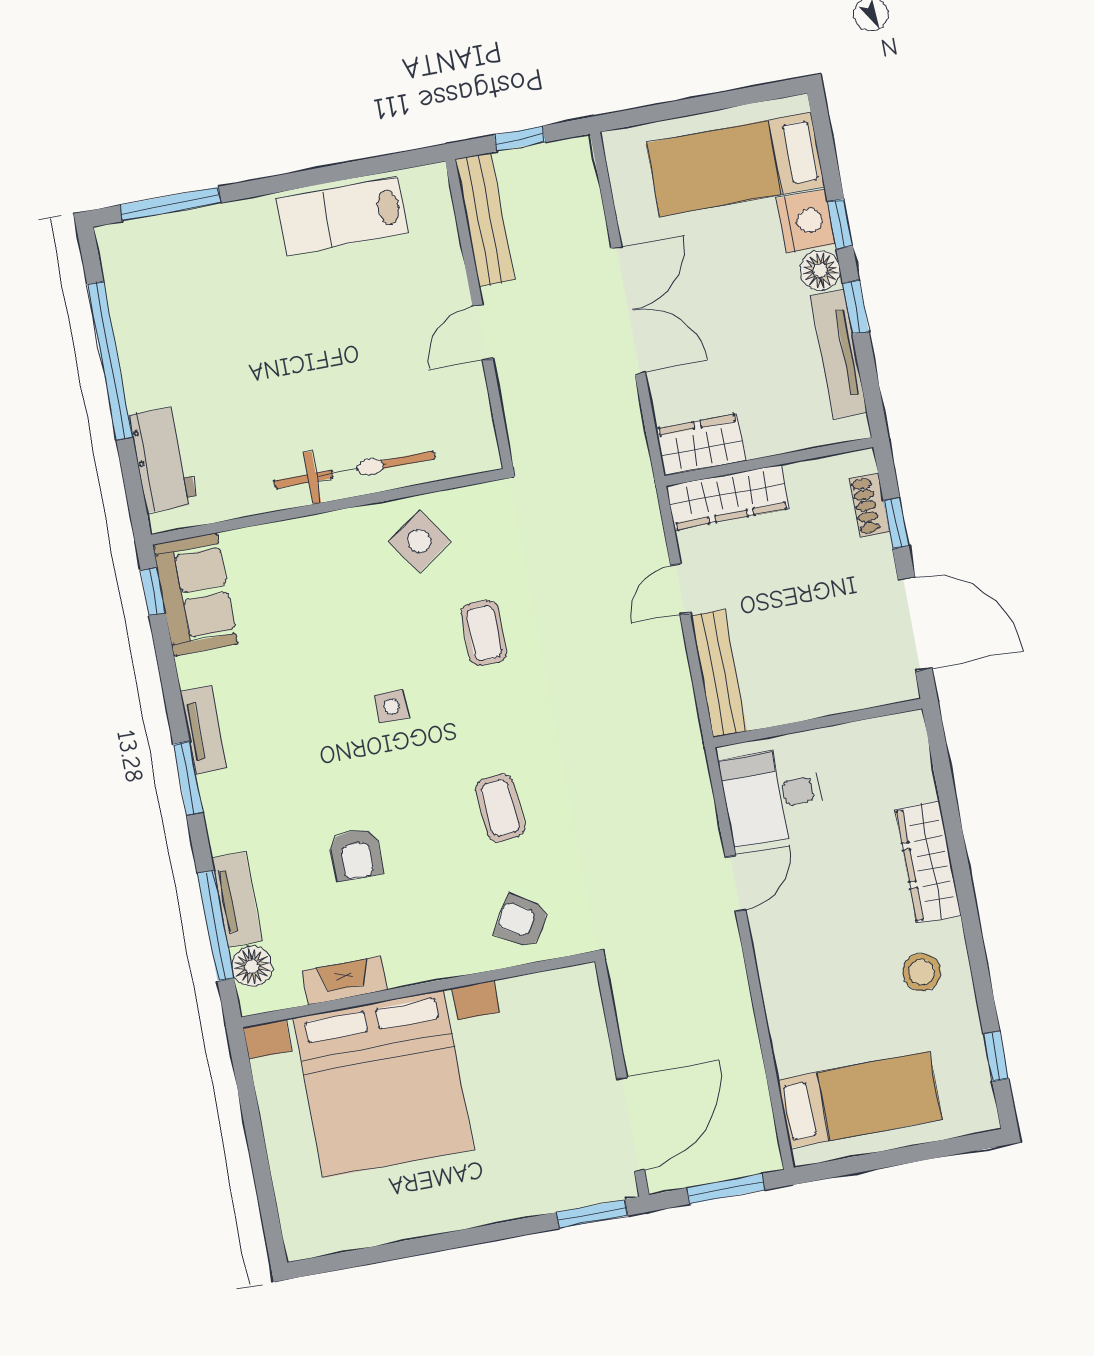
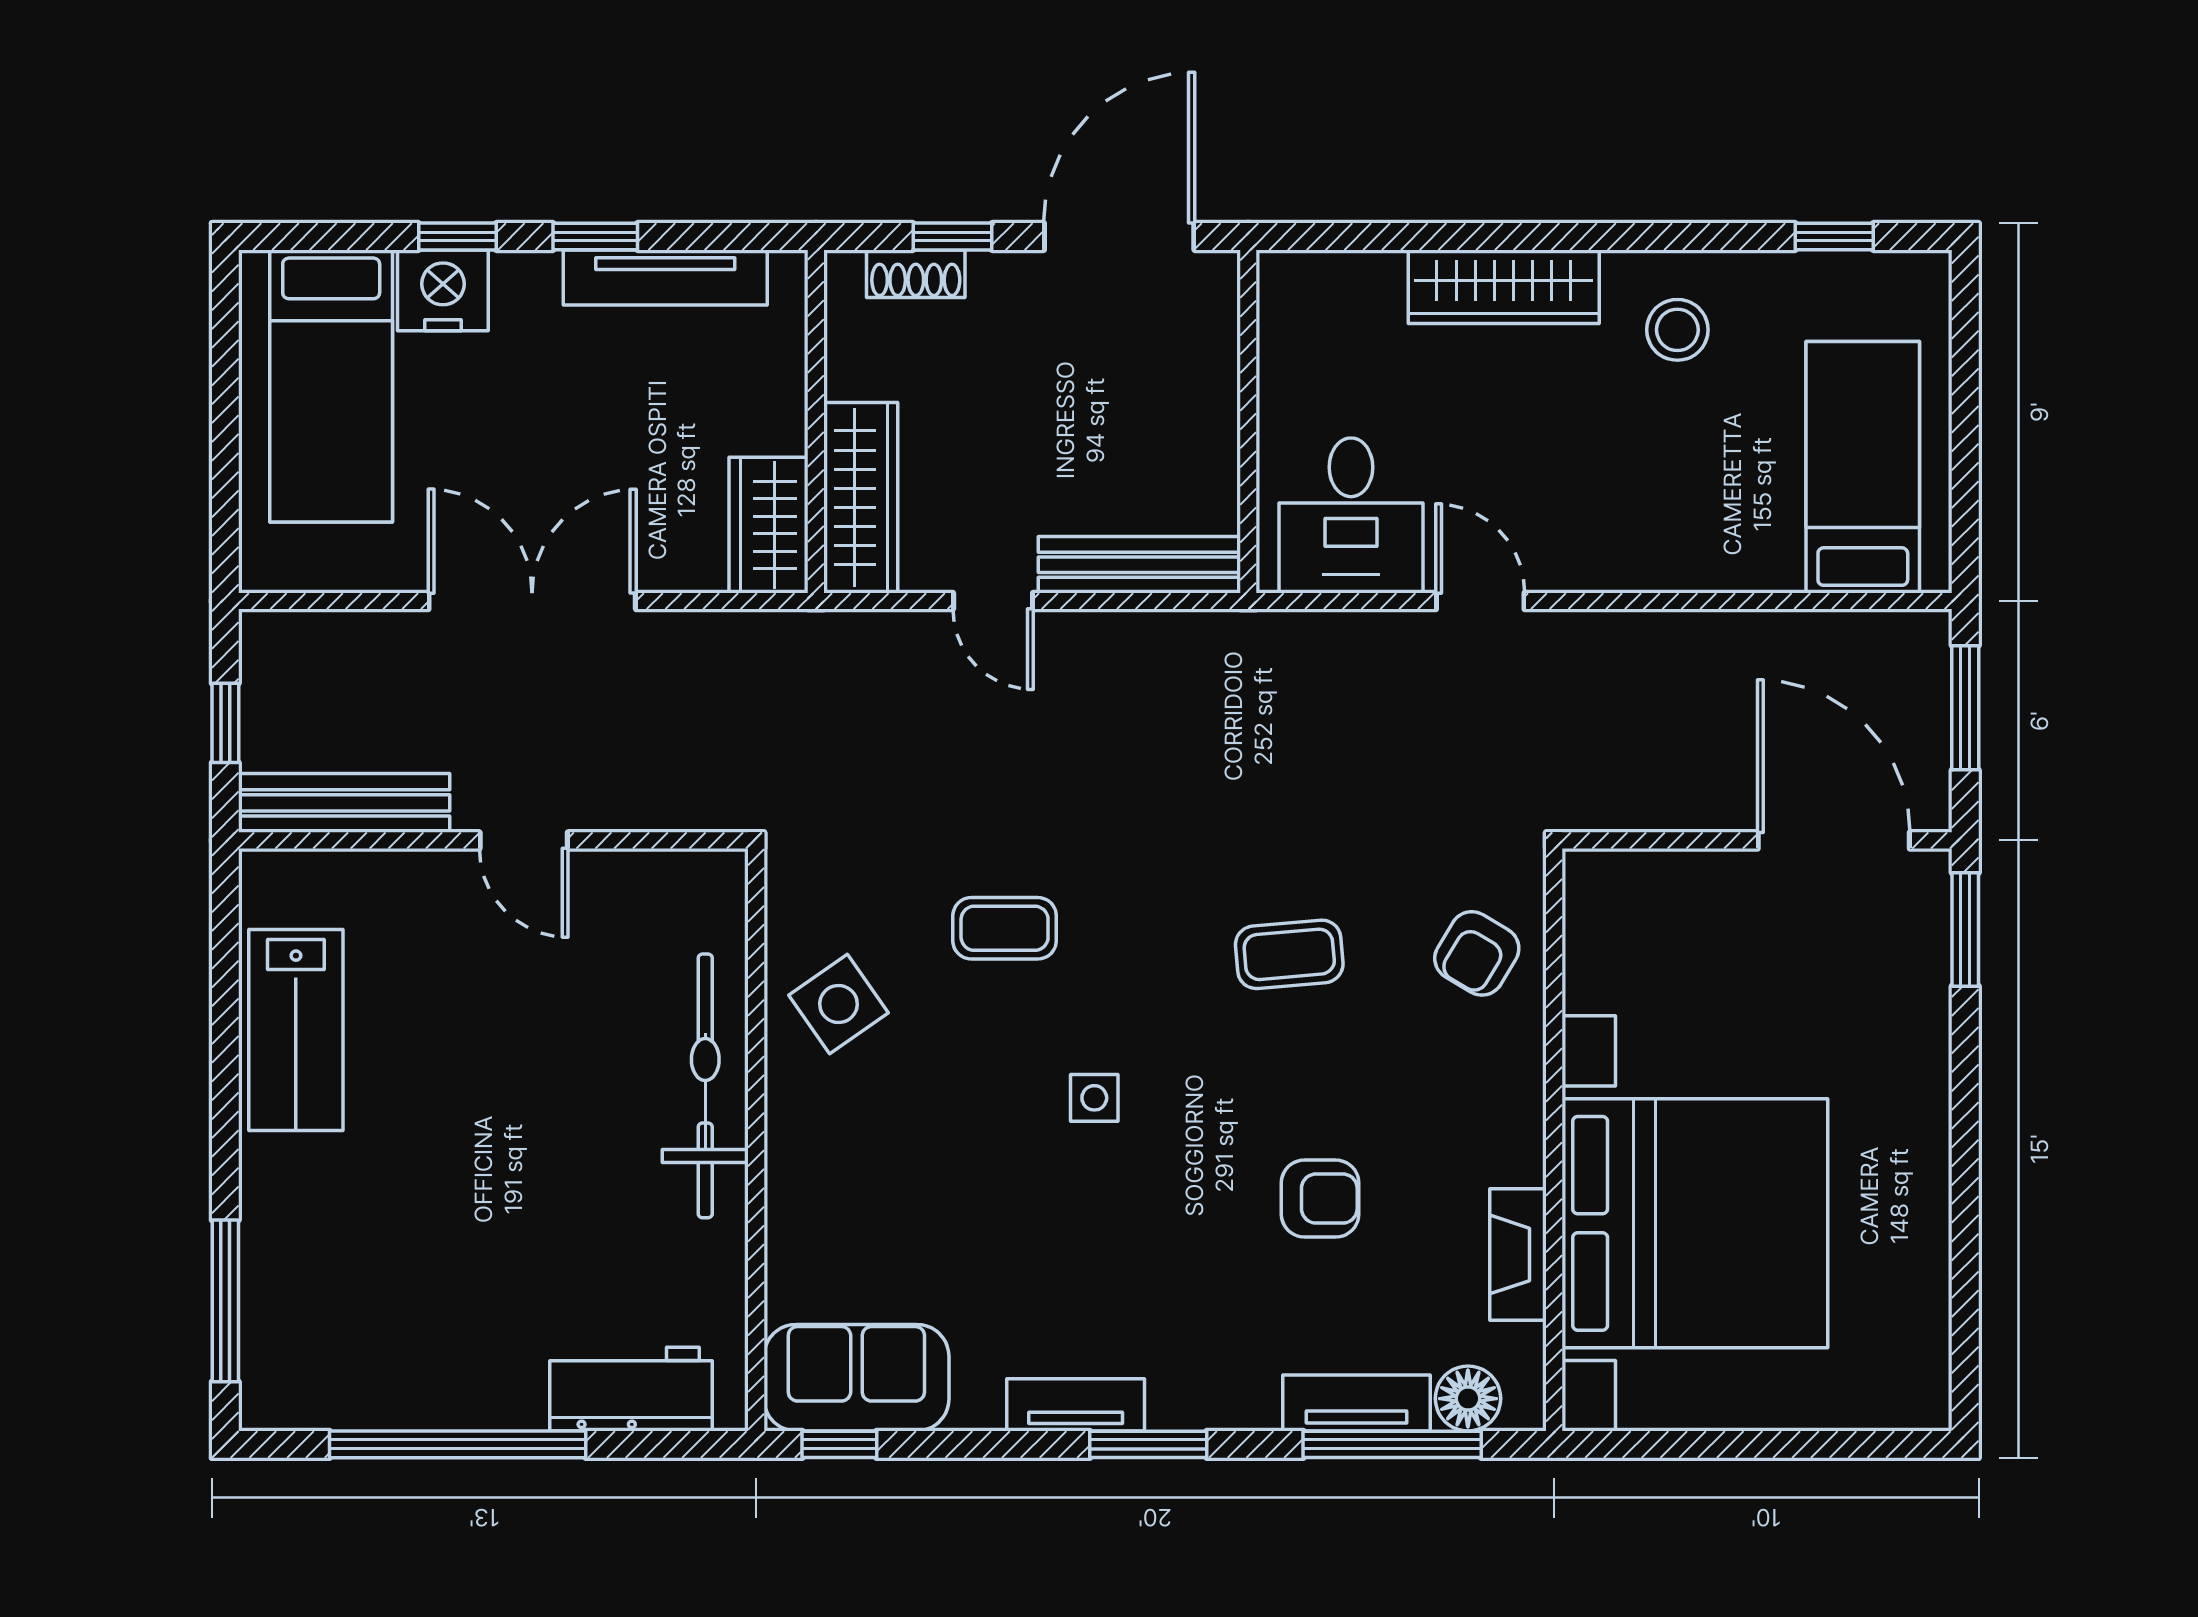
floor lamp: (820, 270) -> (526, 282), removed

